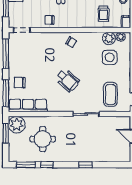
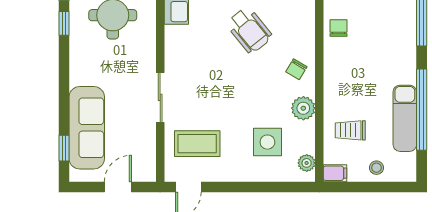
plant: (109, 38) -> (303, 108), moved
wheelchair: (68, 80) -> (249, 30), moved, turned -81
sofa: (102, 153) -> (87, 128), added
window: (86, 165) -> (64, 148), moved

